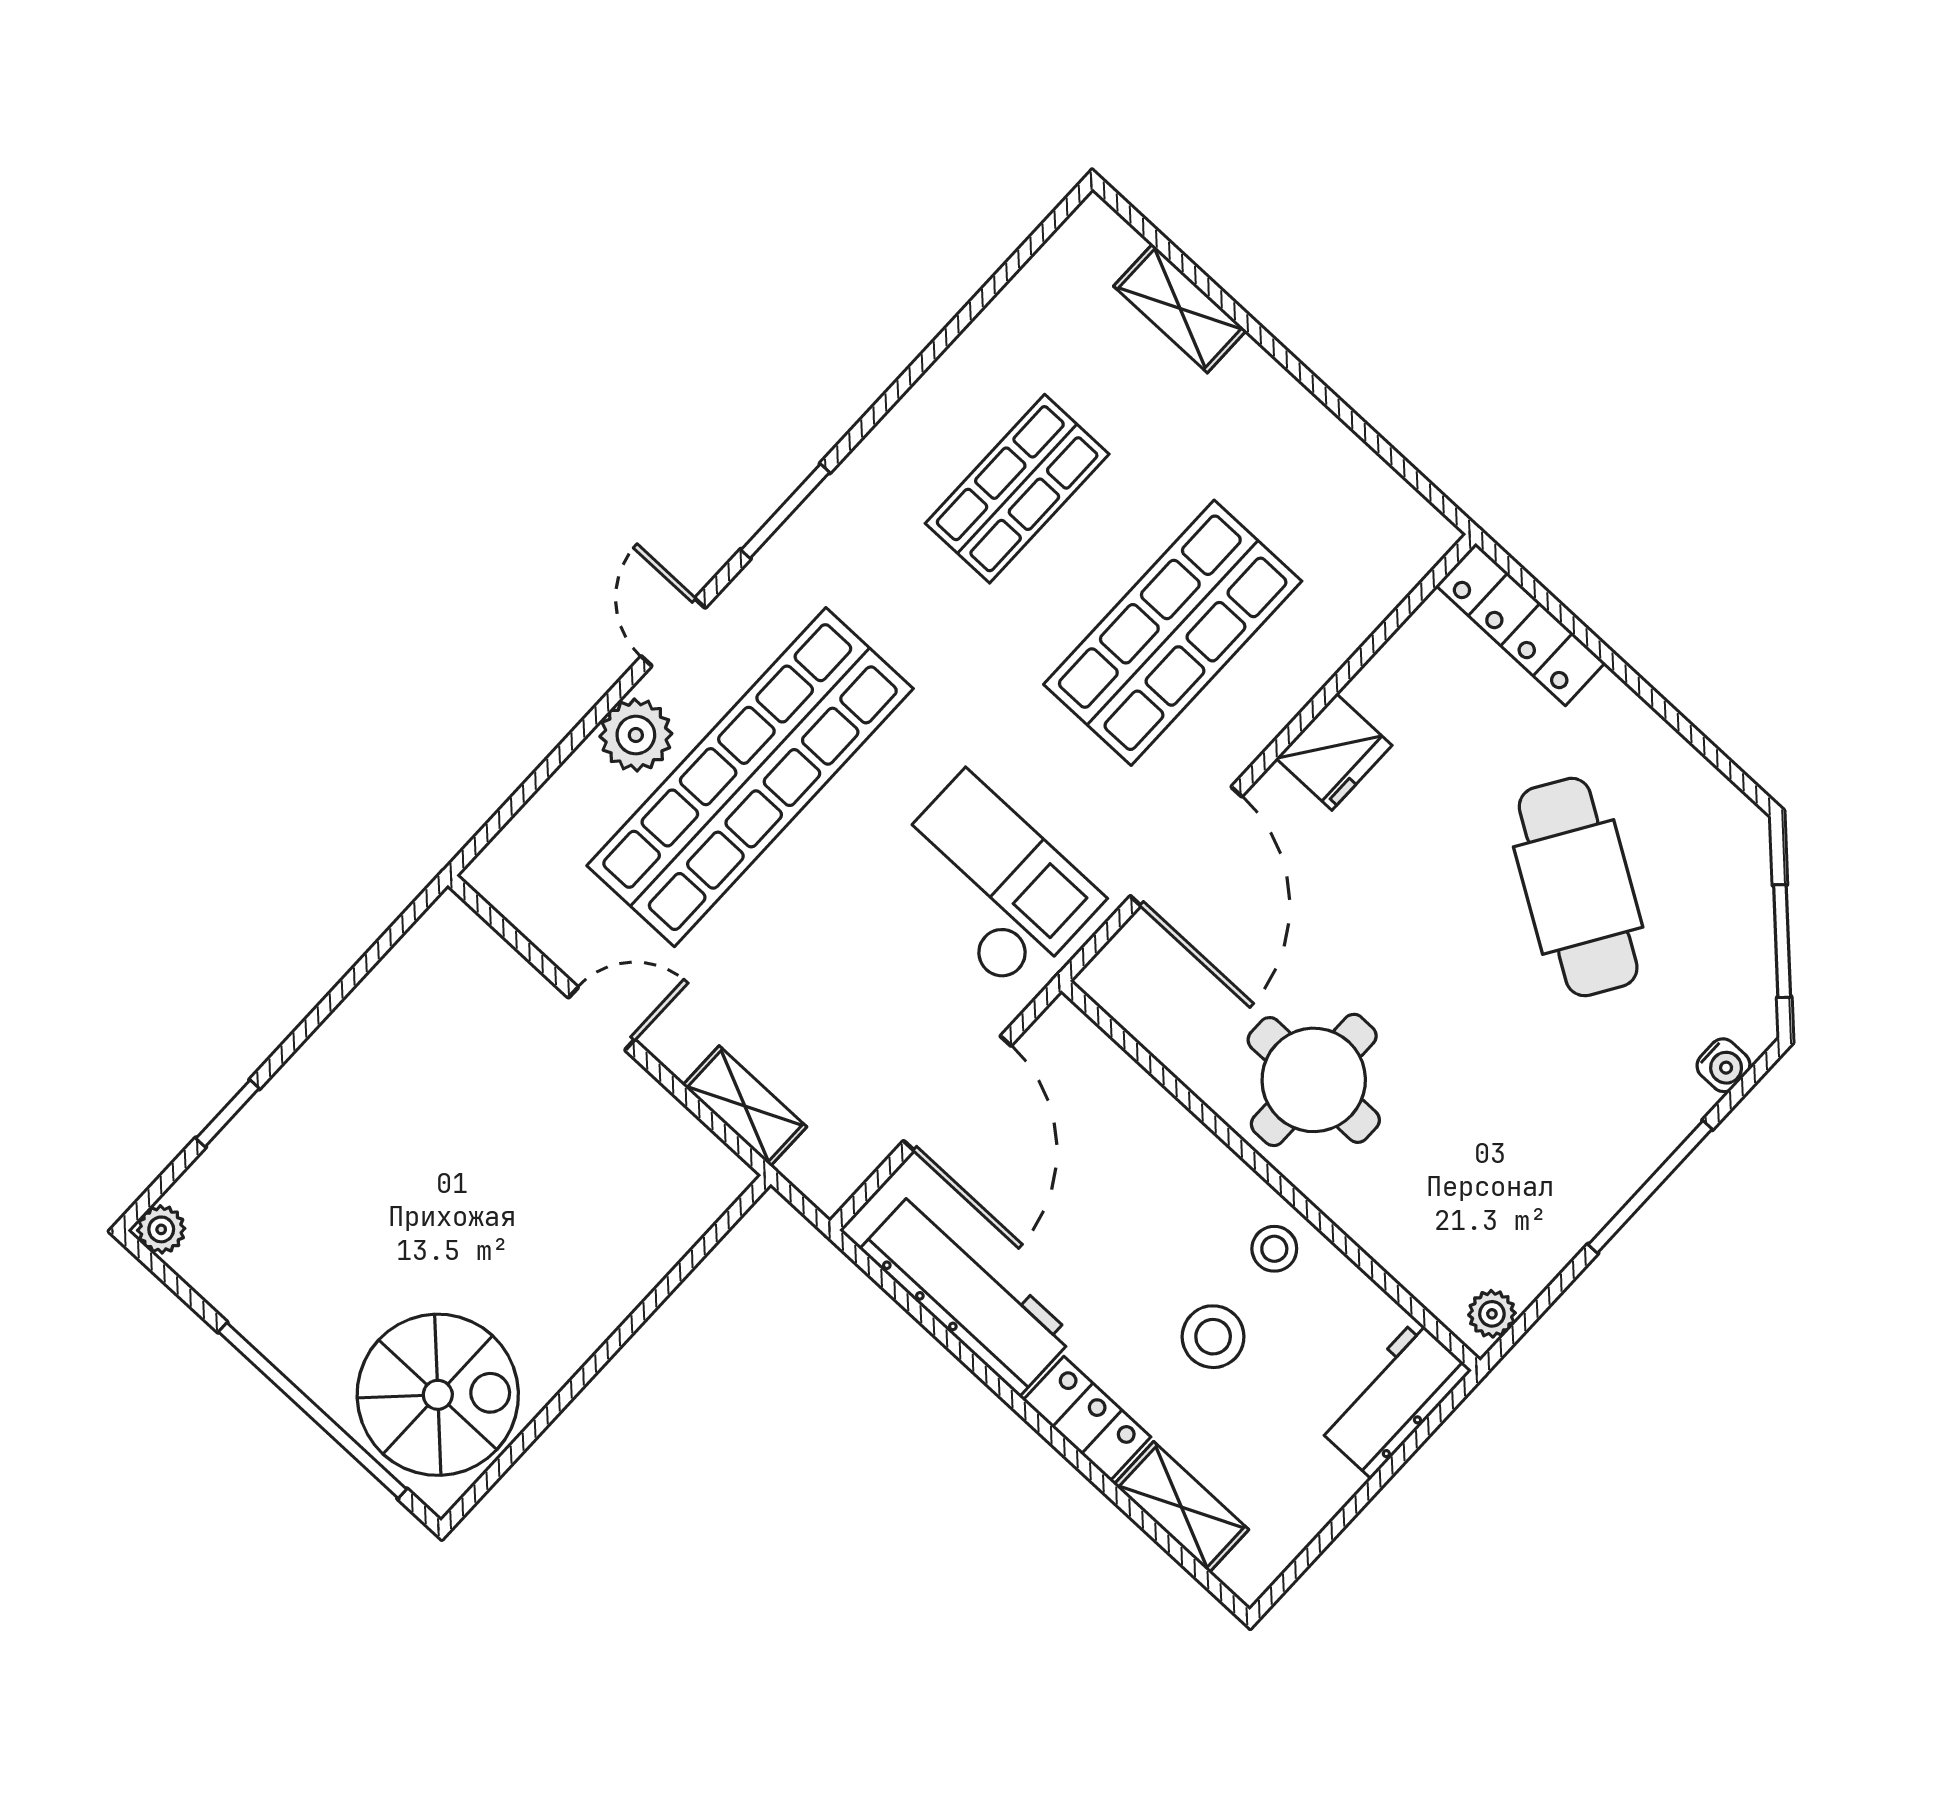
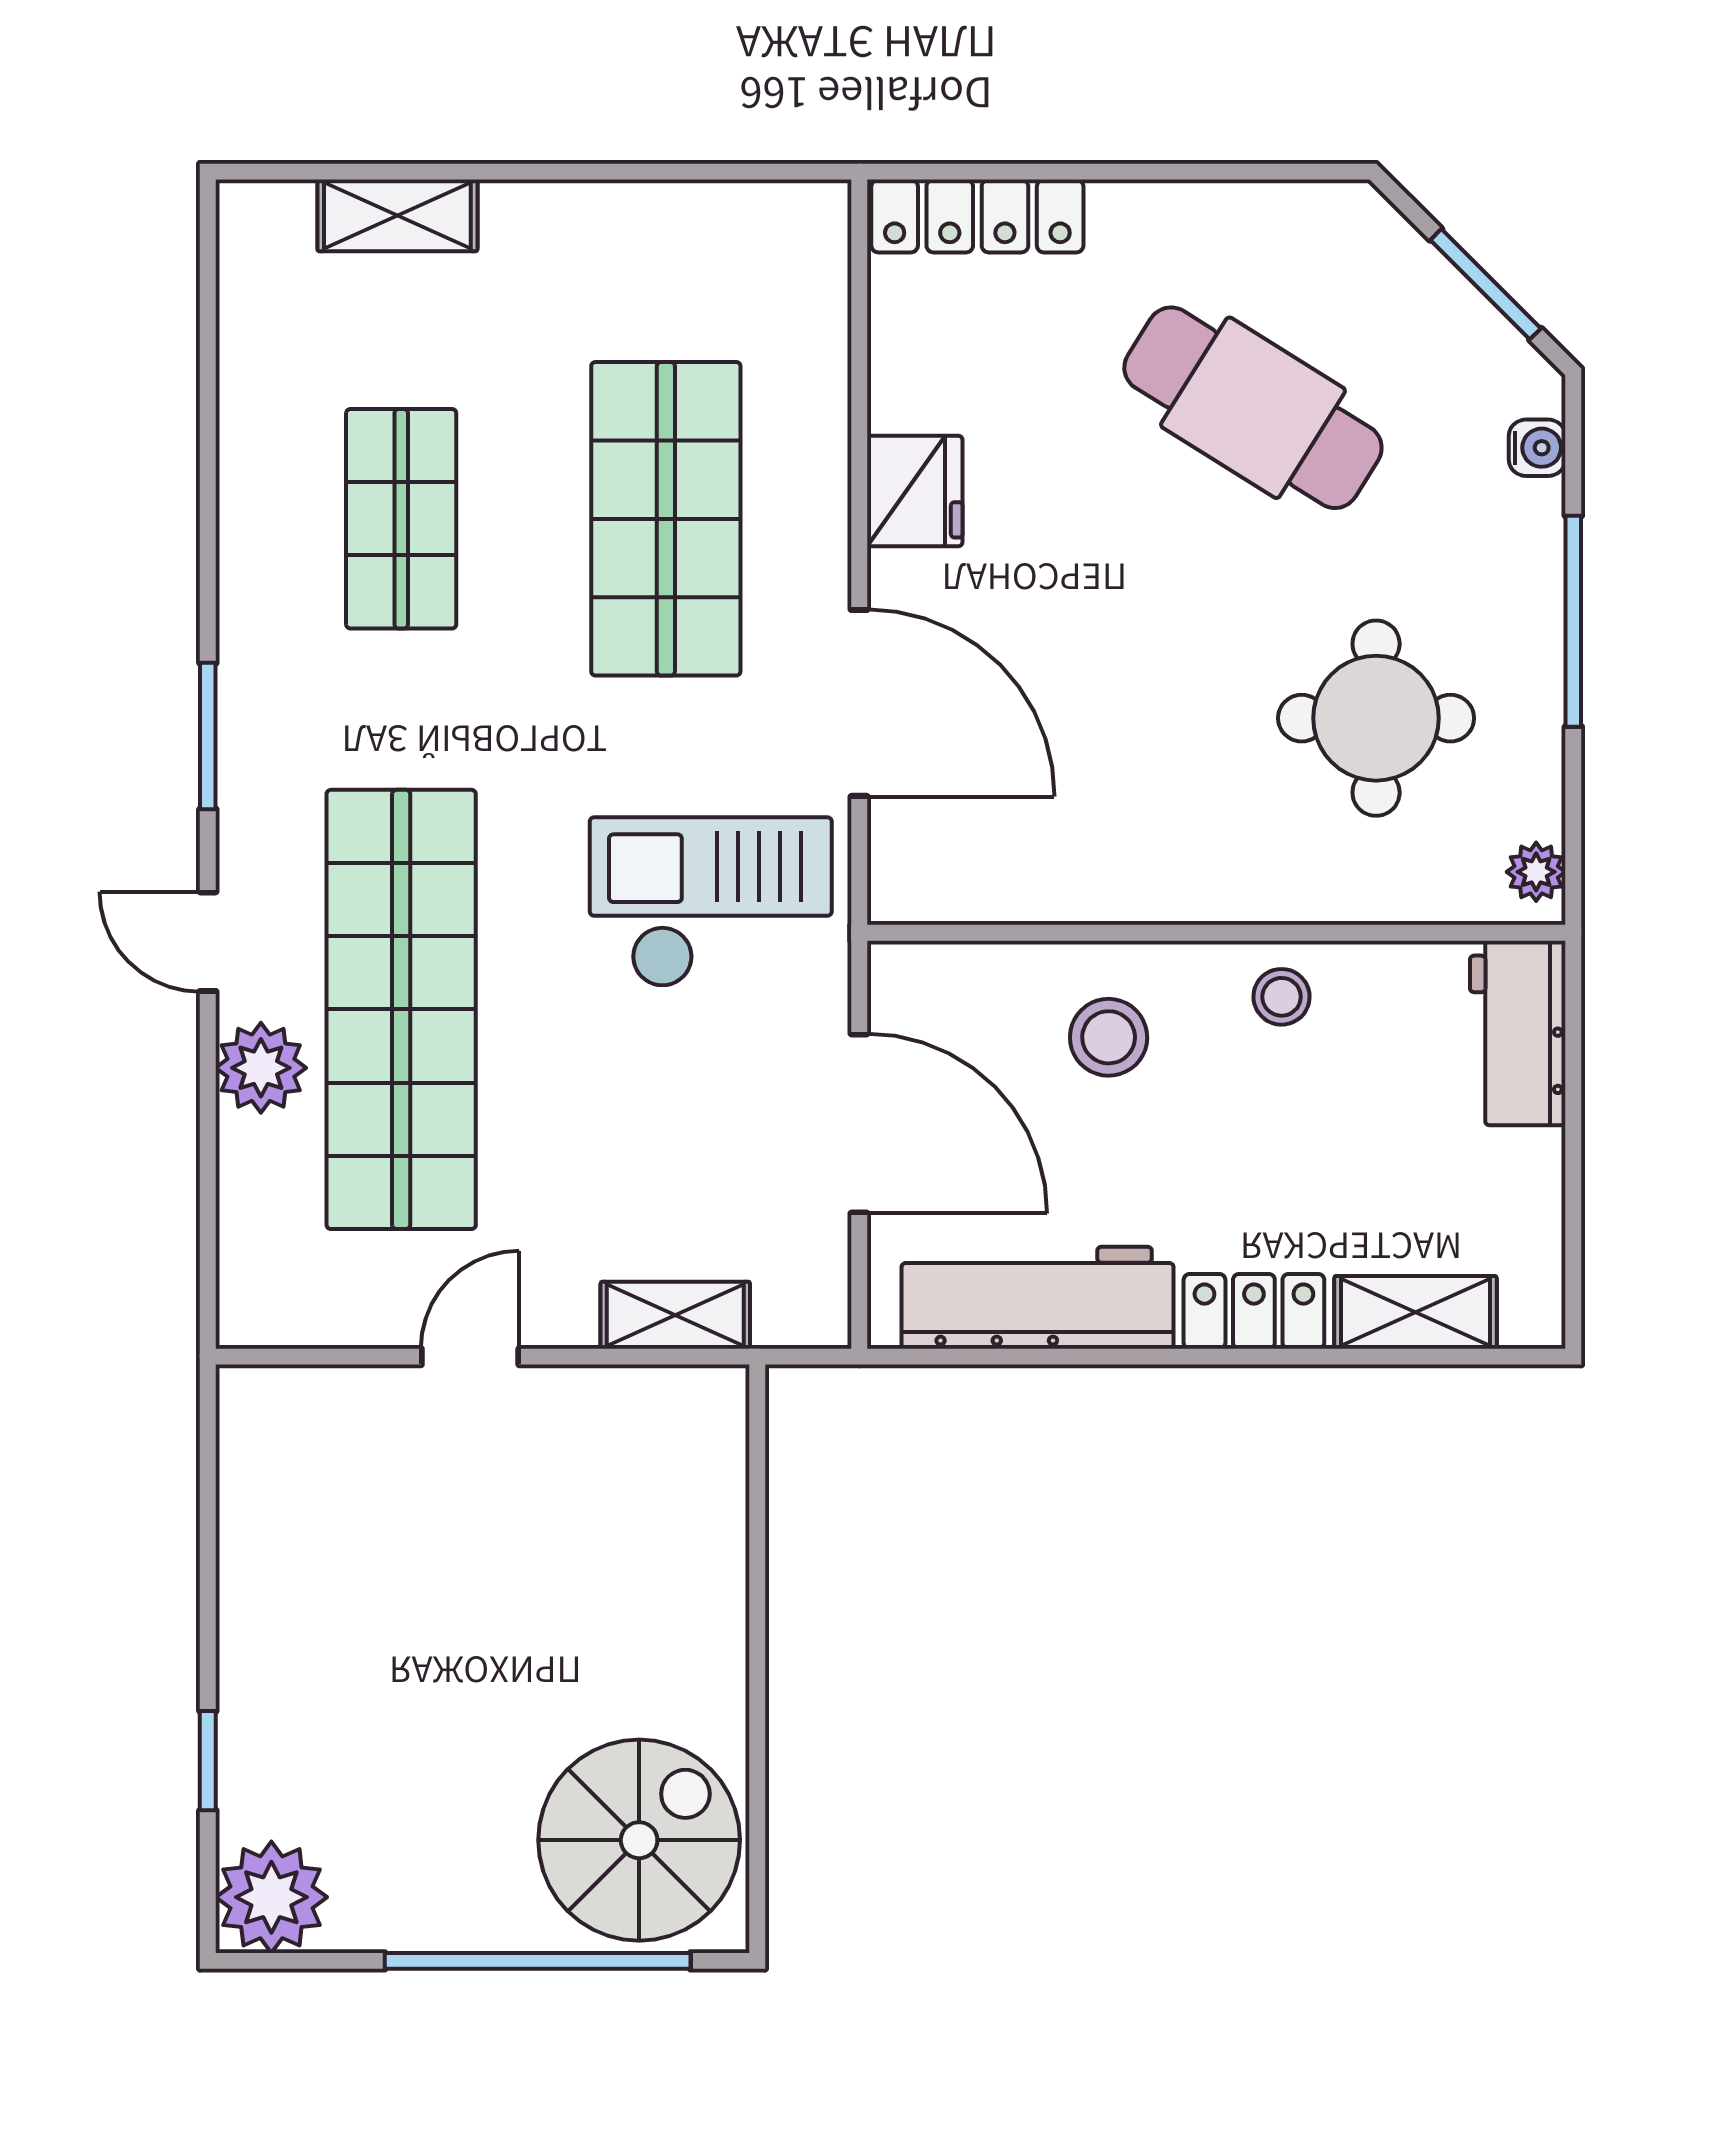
round table: (1314, 1080) -> (1376, 718), moved
plant: (161, 1229) -> (271, 1897), width x1.88, depth x1.88
stool: (1213, 1337) -> (1109, 1037), moved

